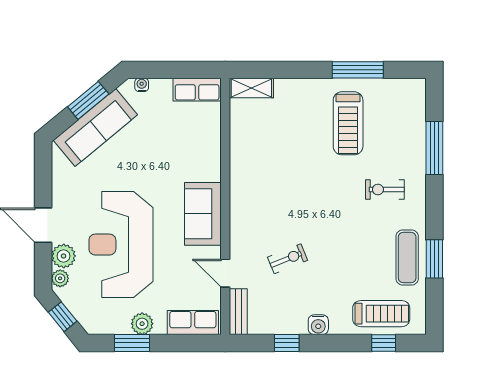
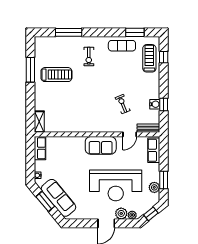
window: (434, 259) -> (135, 32), moved
plant: (142, 324) -> (154, 187), moved
water cooler: (318, 325) -> (155, 104), moved

